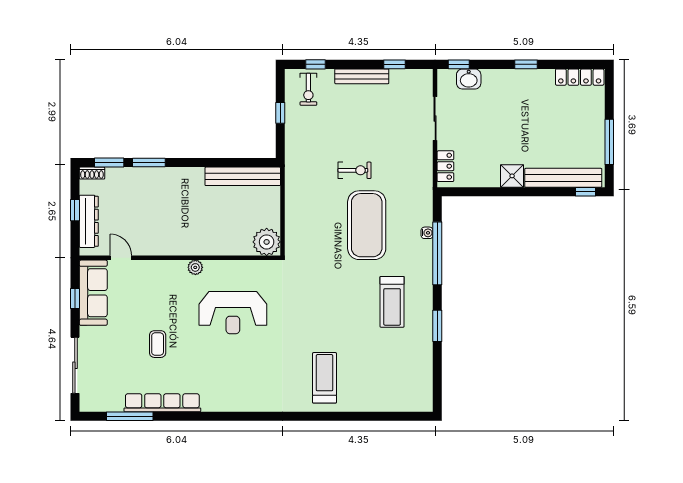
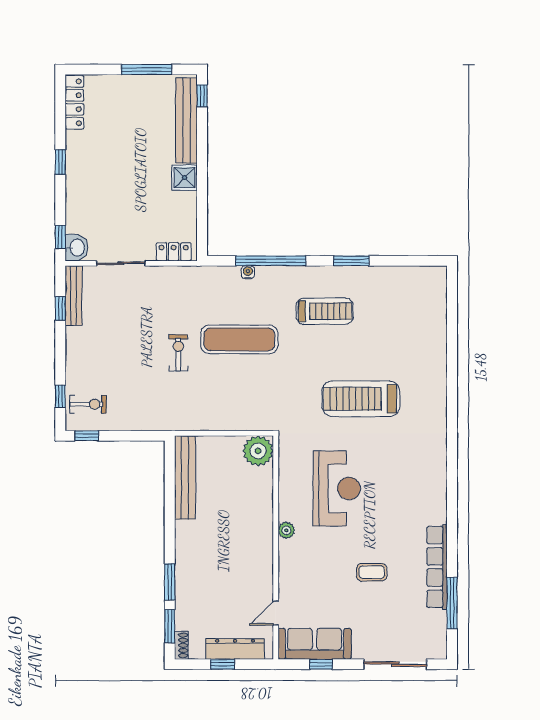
bench: (362, 76) -> (74, 296), moved
washbasin: (469, 79) -> (77, 248), moved
window: (280, 113) -> (87, 436), moved
exercise mat: (367, 225) -> (239, 339), width x0.68
treadmill: (325, 378) -> (361, 399), moved, width x1.37, depth x1.38

